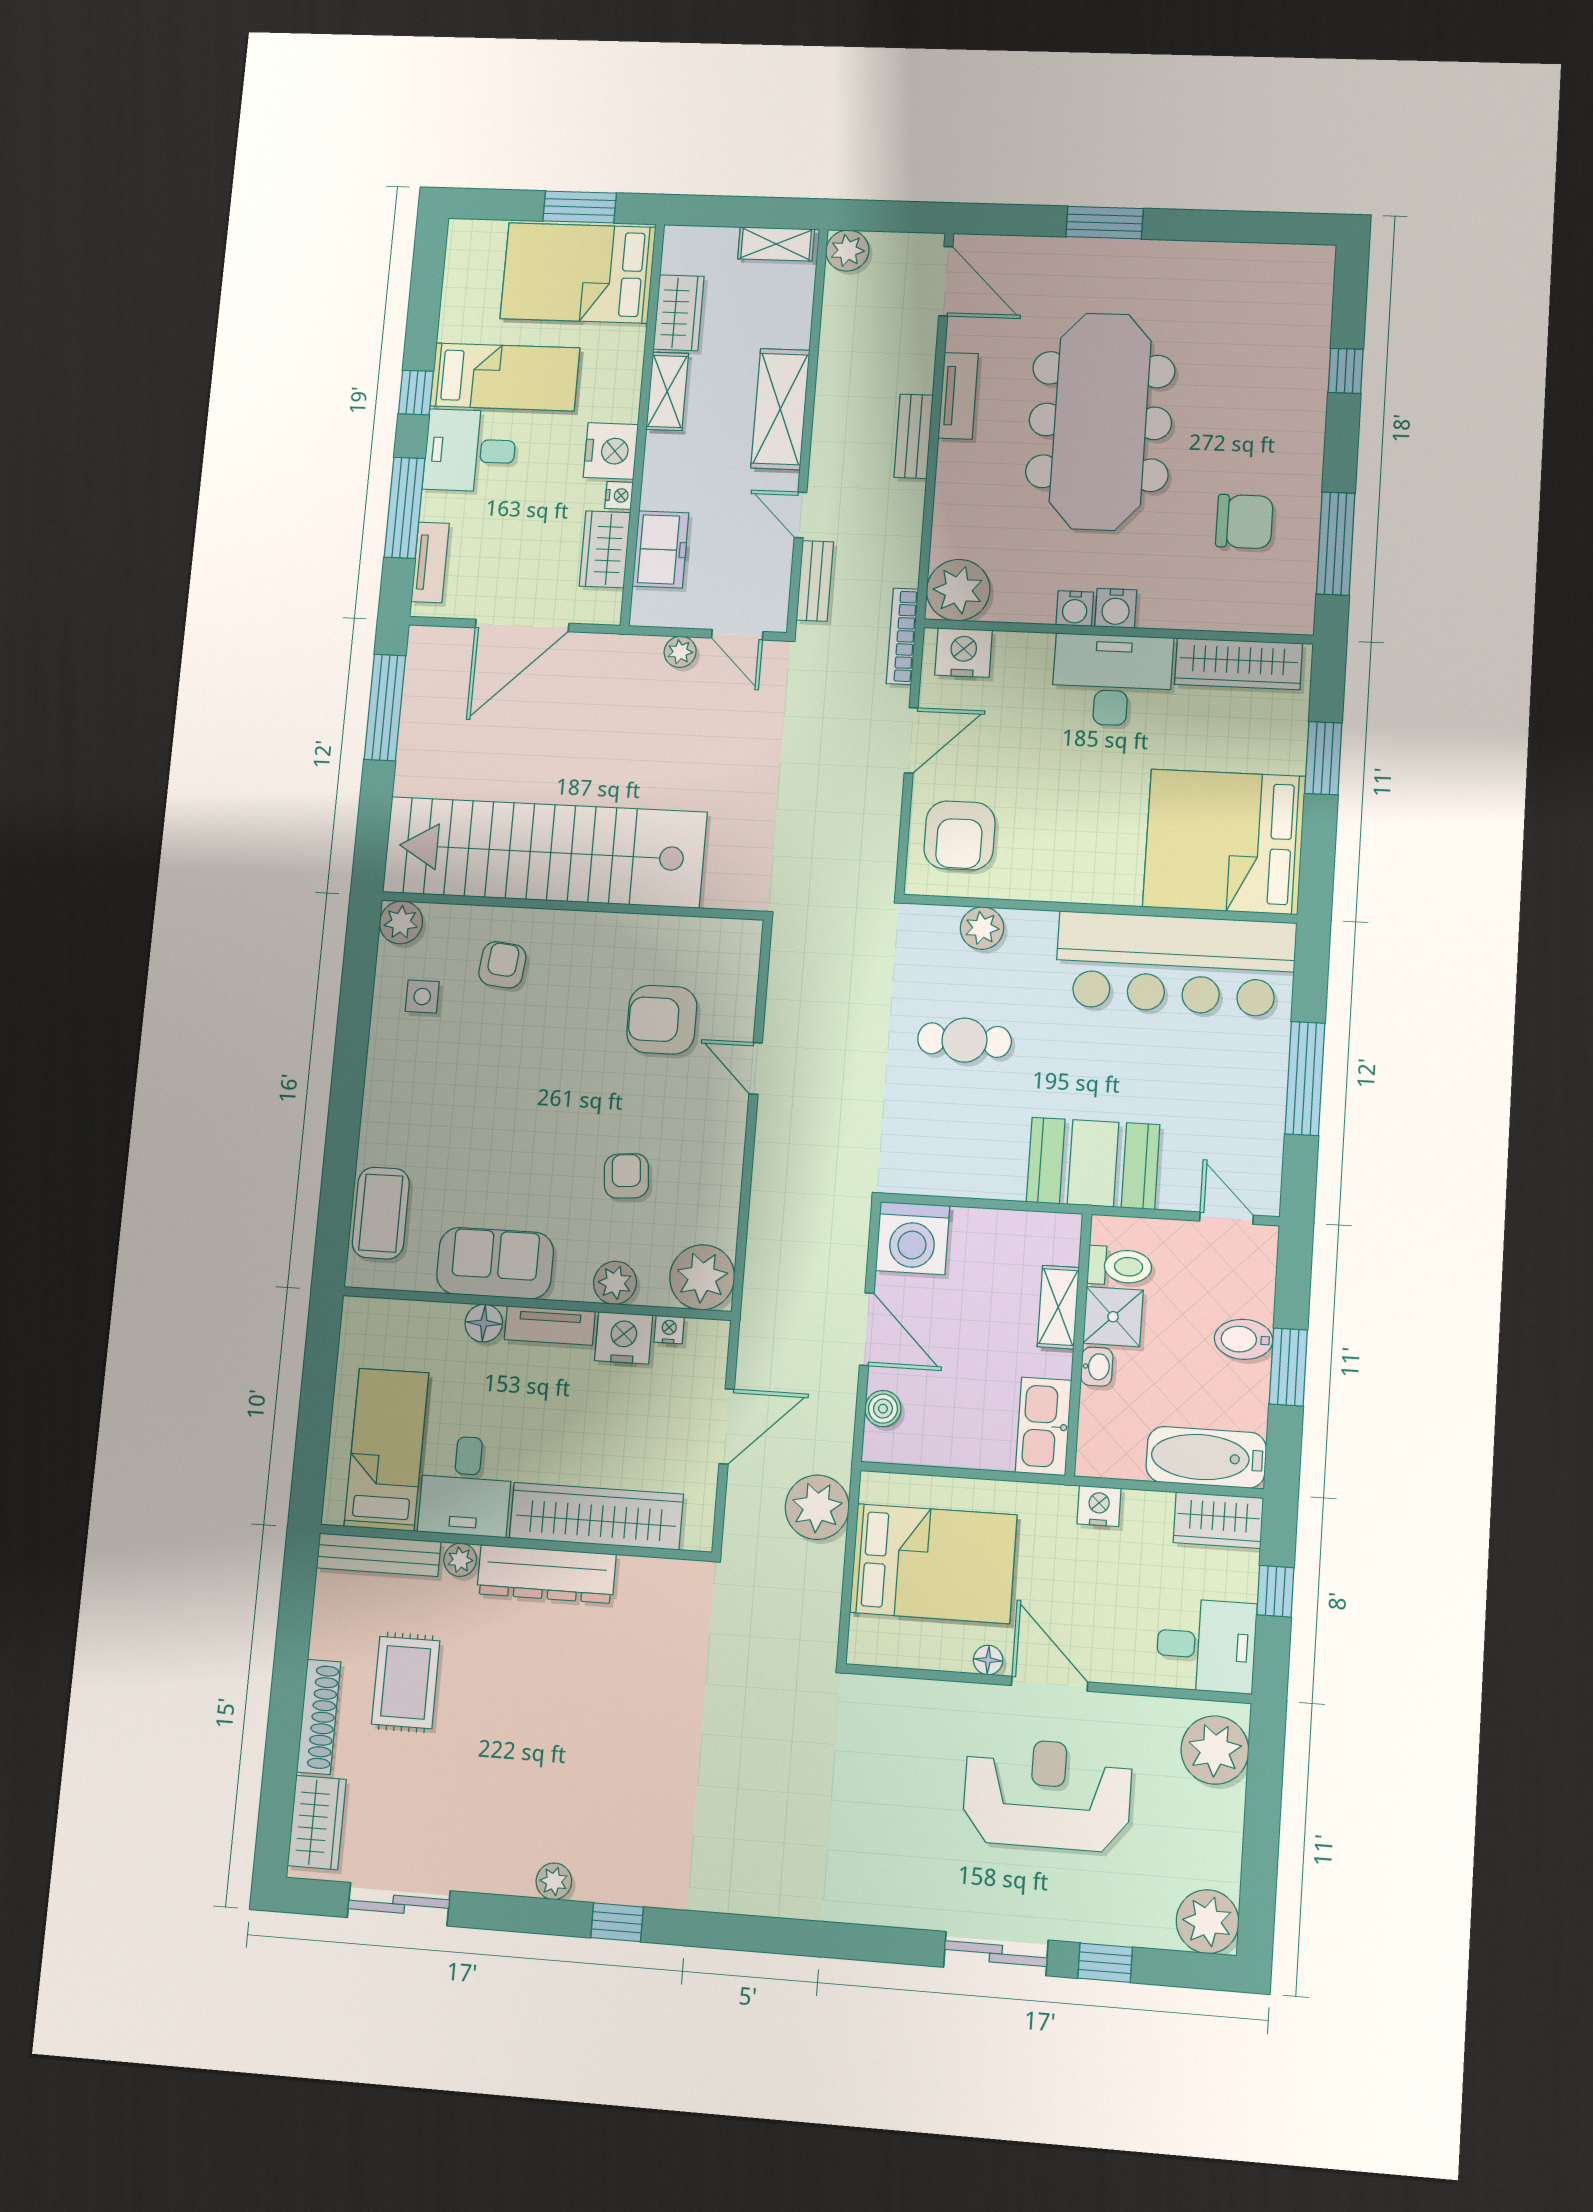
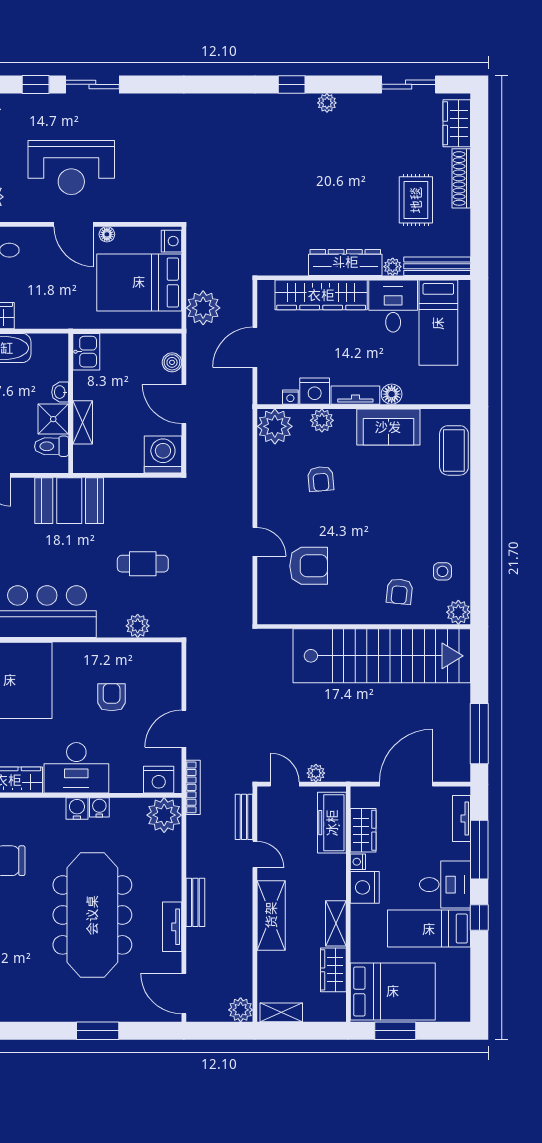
freezer: (661, 549) -> (332, 823), width x1.40
armchair: (959, 835) -> (112, 697), moved, width x0.72, depth x0.72
kitchen sink: (1043, 1426) -> (86, 352), width x0.73
nightstand: (1099, 1506) -> (172, 241), moved, turned -90

